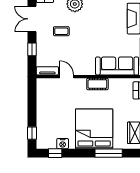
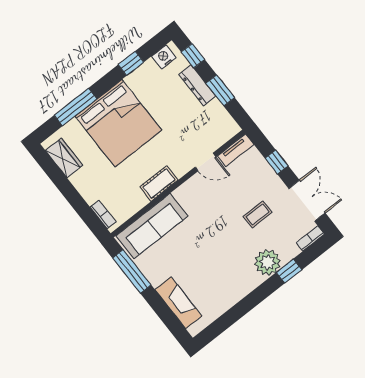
window: (32, 106) -> (220, 90), added
dresser: (41, 117) -> (197, 85), added
nightstand: (63, 144) -> (164, 57), moved
window: (55, 153) -> (131, 63), moved

